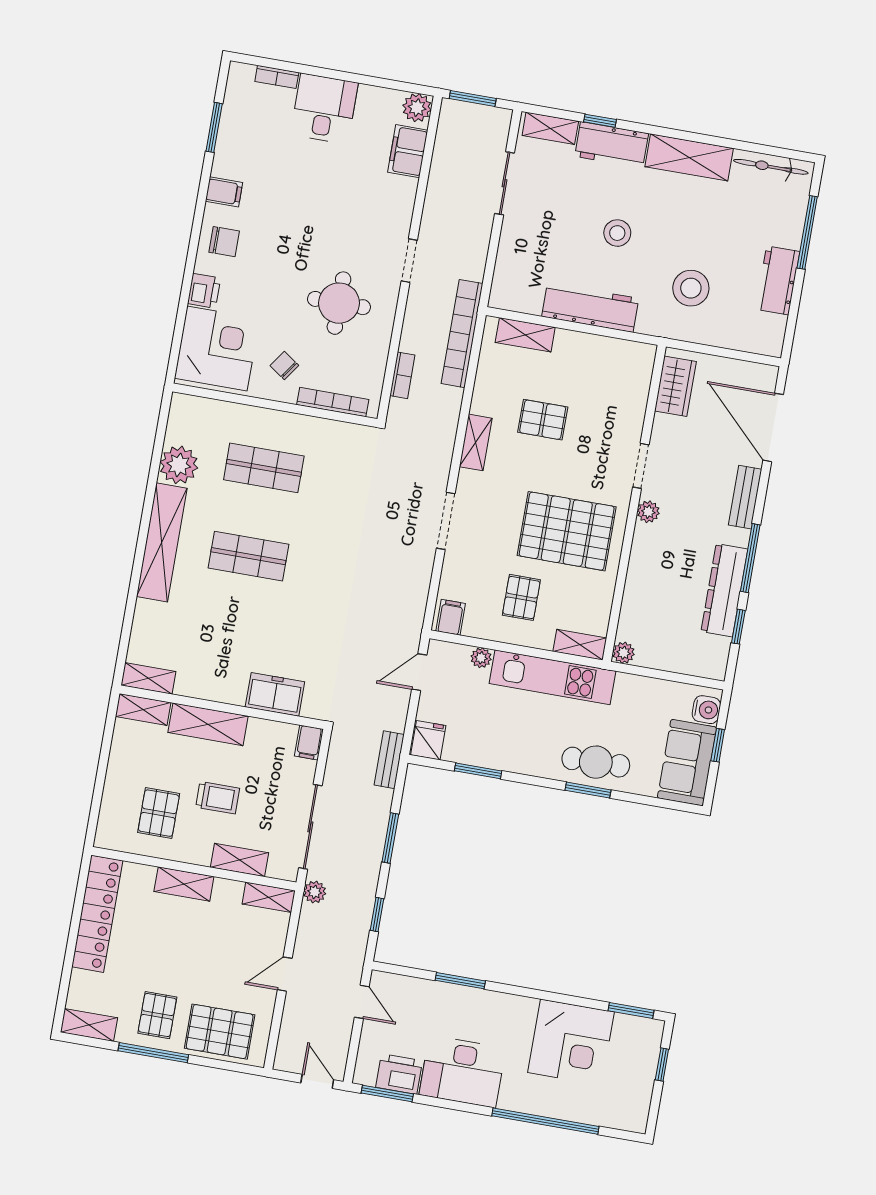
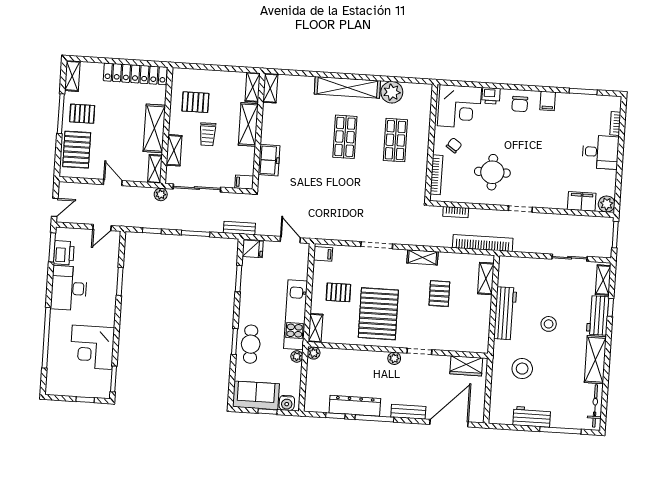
plant: (481, 658) -> (297, 356), moved
shelving: (184, 884) -> (154, 128), width x1.50, depth x1.33

